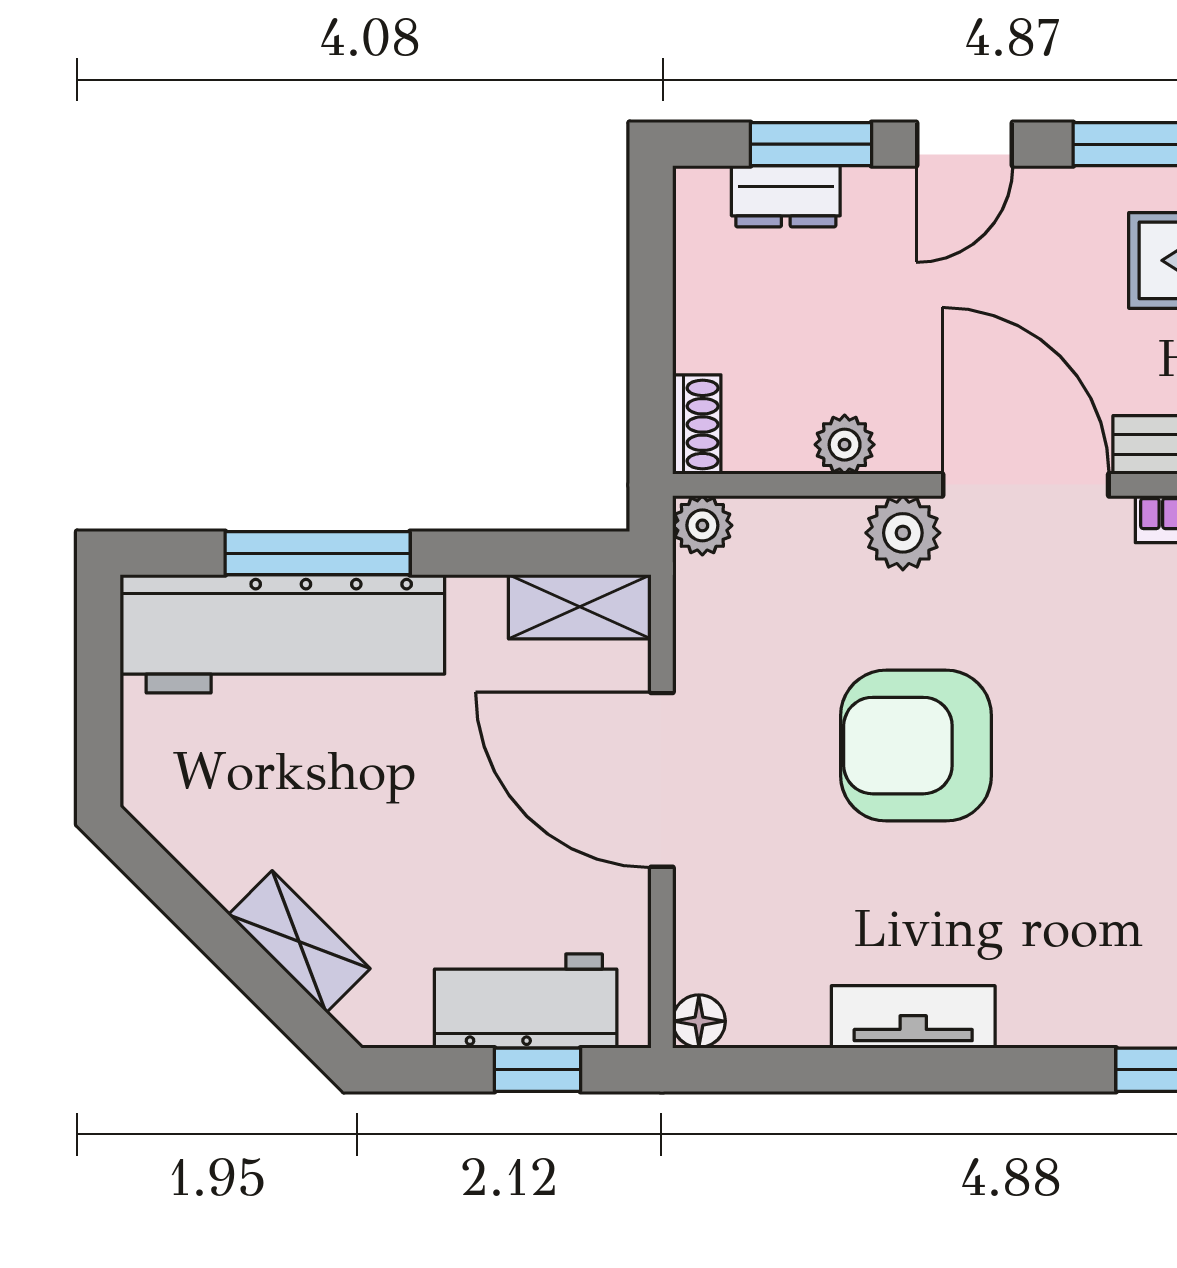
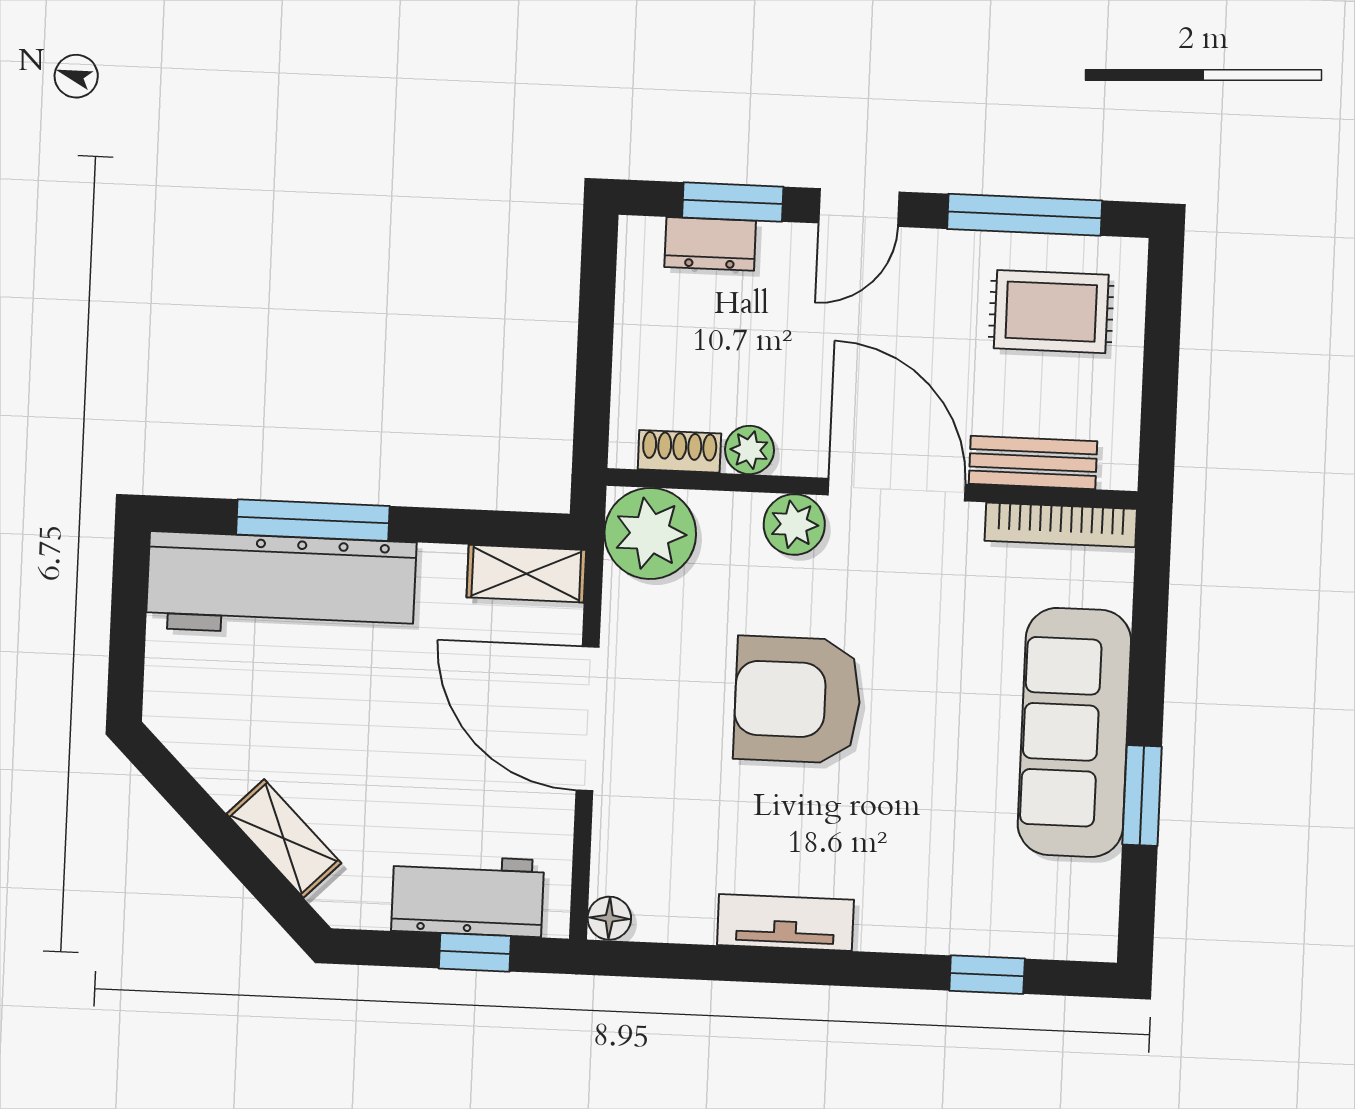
shoe rack: (697, 424) -> (679, 451), moved, turned -90
plant: (702, 525) -> (650, 533), width x1.88, depth x1.88

